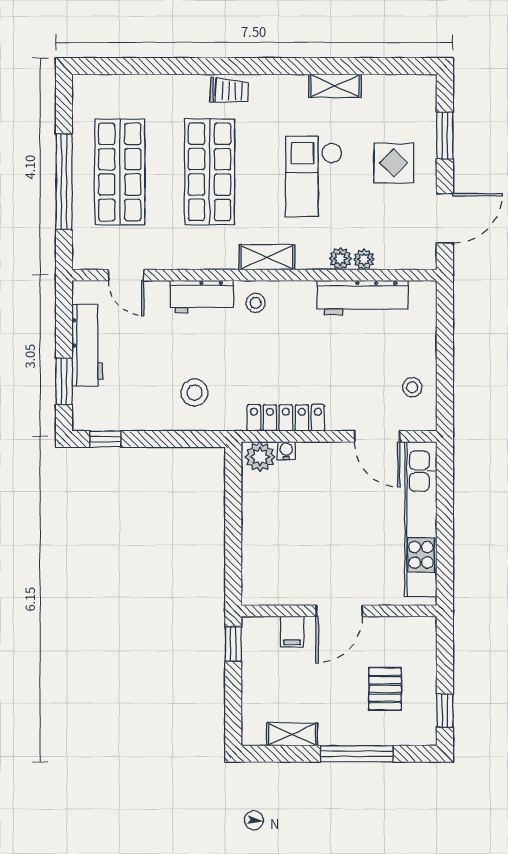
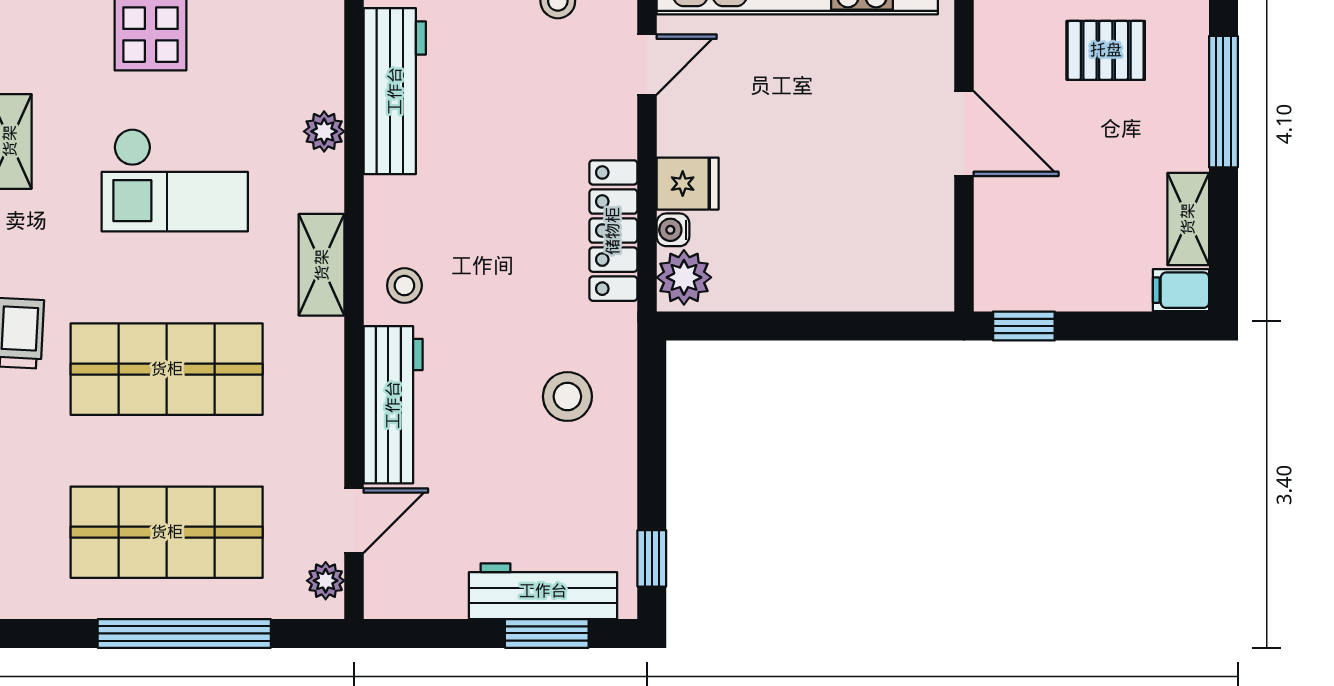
plant: (364, 259) -> (326, 581), moved
workbench: (202, 297) -> (393, 405), width x1.38
workbench: (87, 345) -> (543, 591), moved
door: (377, 436) -> (647, 65), width x0.73
fridge: (312, 459) -> (688, 184), added
filing cabinet: (292, 632) -> (1181, 290), moved, turned 180

